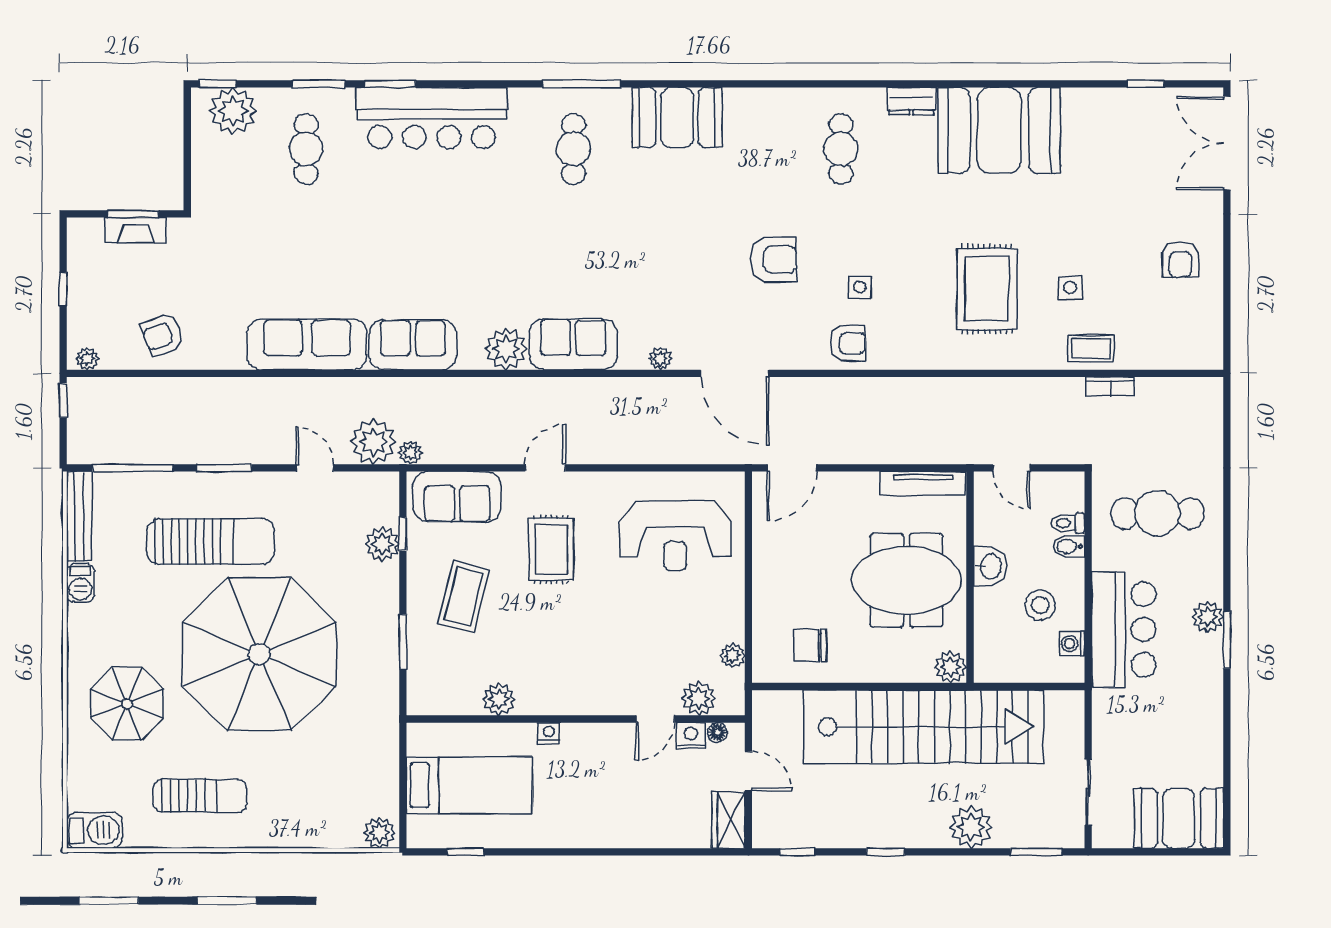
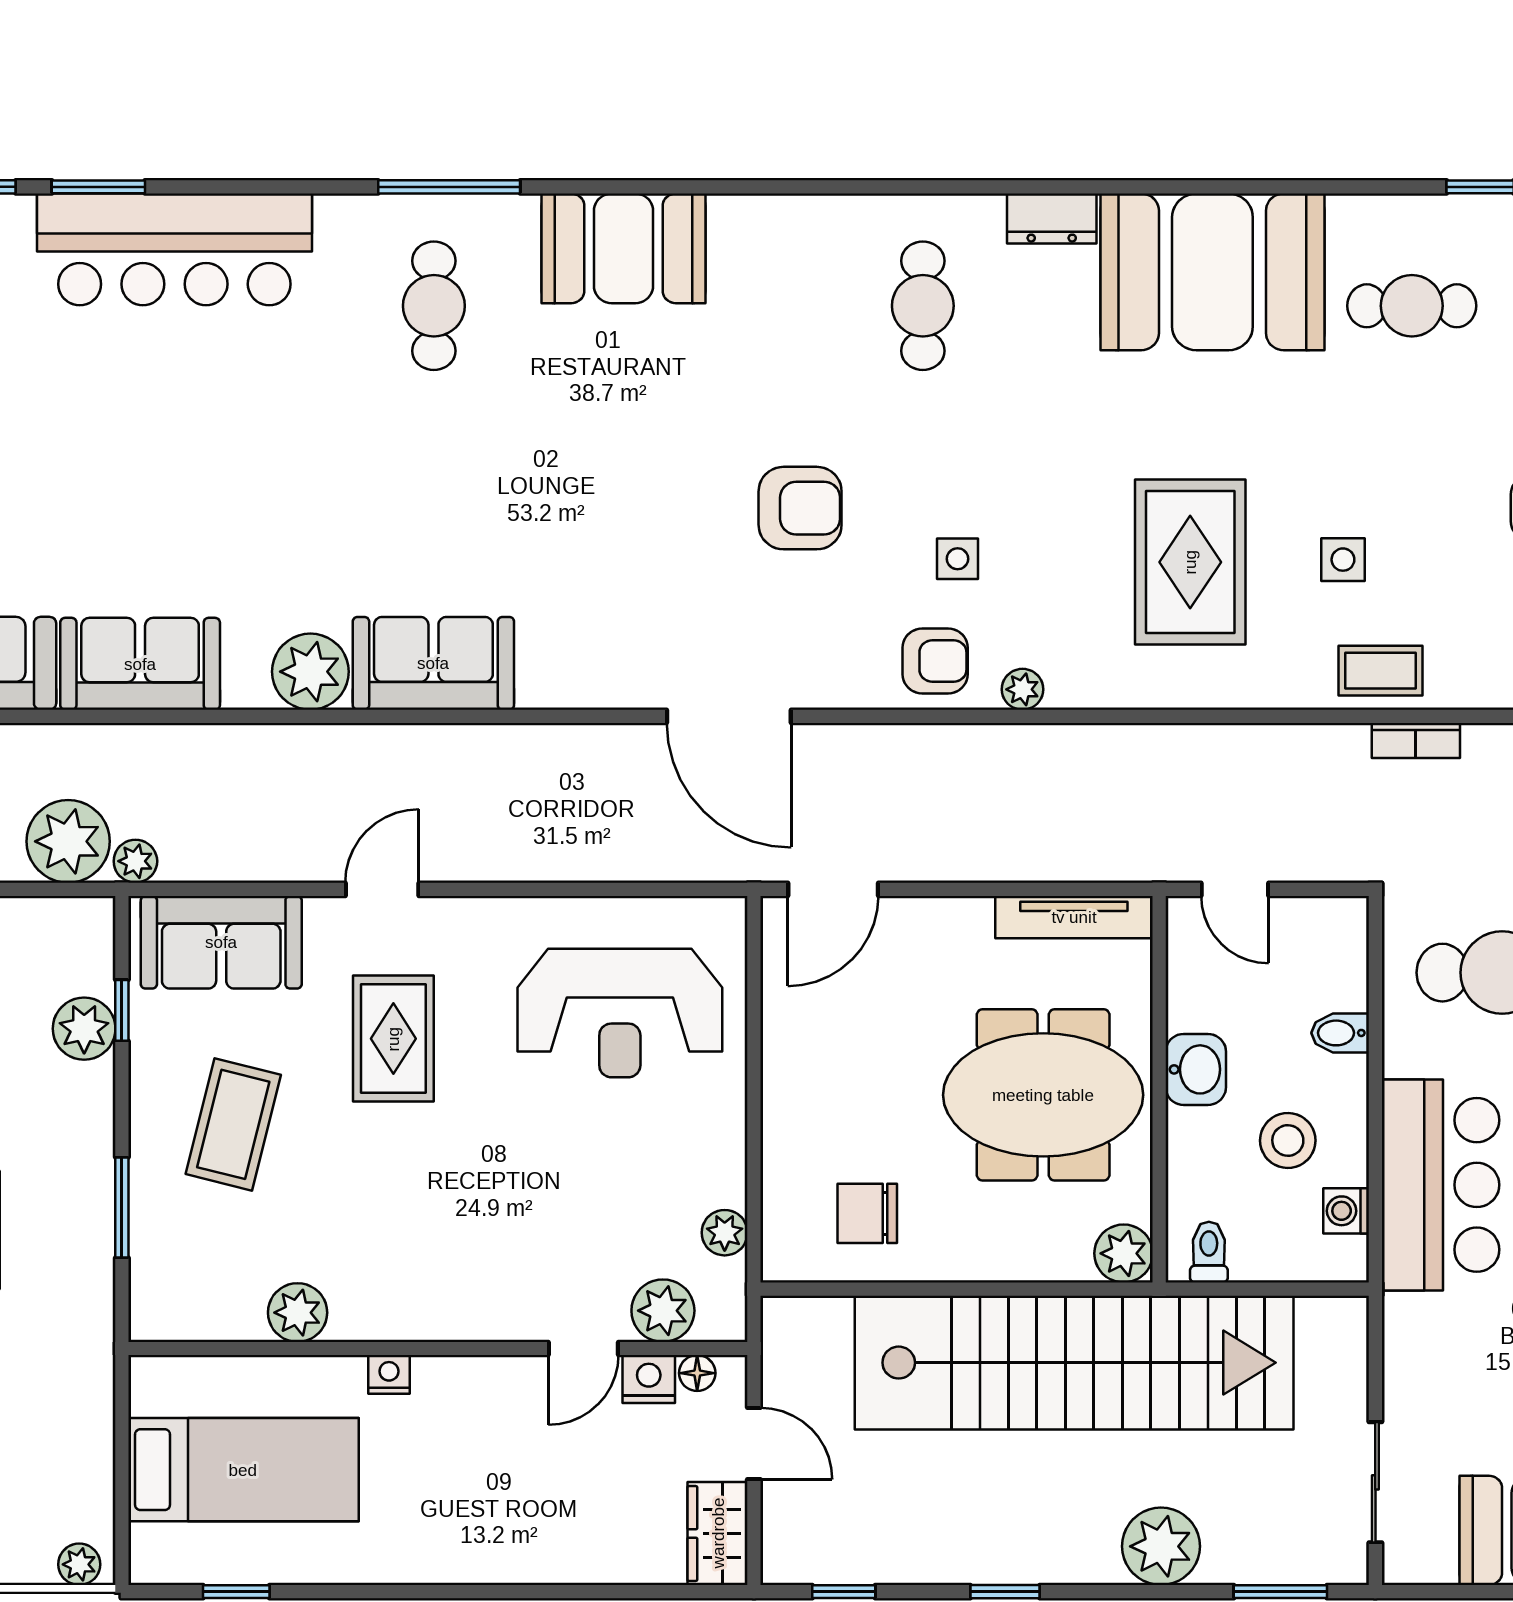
cafe table: (1108, 149) -> (1412, 306), added
plant: (660, 359) -> (1022, 689), moved
toilet: (1068, 523) -> (1209, 1252), moved, turned 90
plant: (380, 833) -> (79, 1564), width x0.73, depth x0.73

